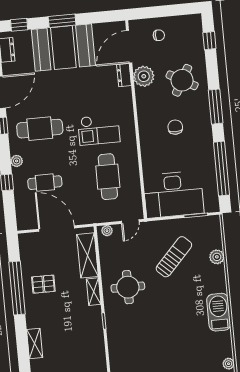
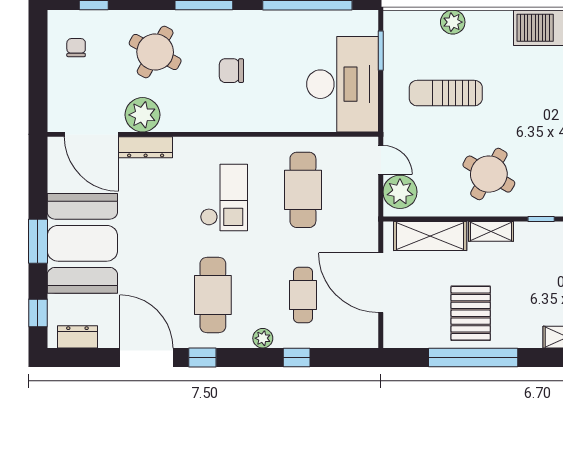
chair: (159, 35) -> (76, 48), moved
dresser: (124, 75) -> (146, 147), width x1.44
cafe table: (108, 177) -> (303, 190), turned 90
door: (57, 229) -> (381, 283), hinge flipped
plant: (107, 231) -> (400, 192), width x1.87, depth x1.87
sun lounger: (174, 257) -> (446, 93), turned -43
pallet: (43, 284) -> (471, 313), width x1.50, depth x1.42
round table: (128, 287) -> (489, 174), turned 30

